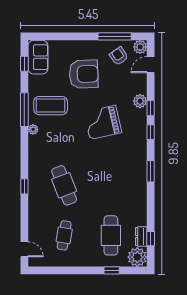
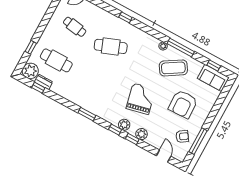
plant: (140, 47) -> (124, 125), moved
coffee table: (51, 106) -> (173, 68), turned 58

